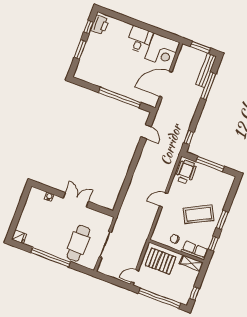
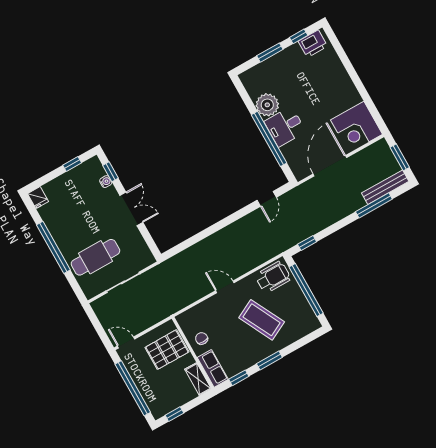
desk: (139, 40) -> (285, 127), moved, turned 180
plant: (103, 80) -> (267, 105), added
door: (166, 84) -> (330, 166), hinge flipped
window: (210, 164) -> (306, 290), width x1.46
window: (47, 189) -> (111, 172), added
window: (22, 202) -> (72, 164), added
coffee table: (199, 214) -> (262, 320), moved
pallet: (161, 261) -> (167, 350), turned 90

